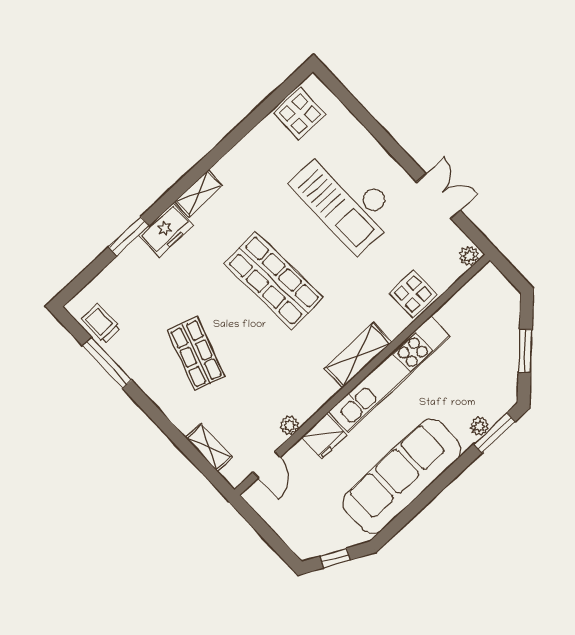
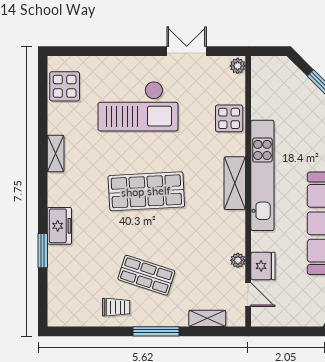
shelving: (199, 193) -> (56, 154), moved
trolley: (101, 323) -> (116, 307), moved, turned 180
window: (107, 363) -> (156, 331), moved
fridge: (324, 436) -> (263, 266), moved

